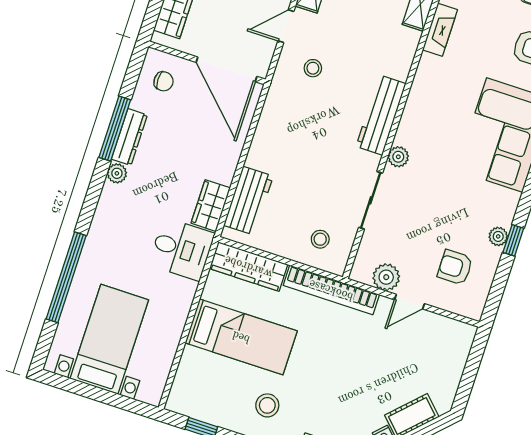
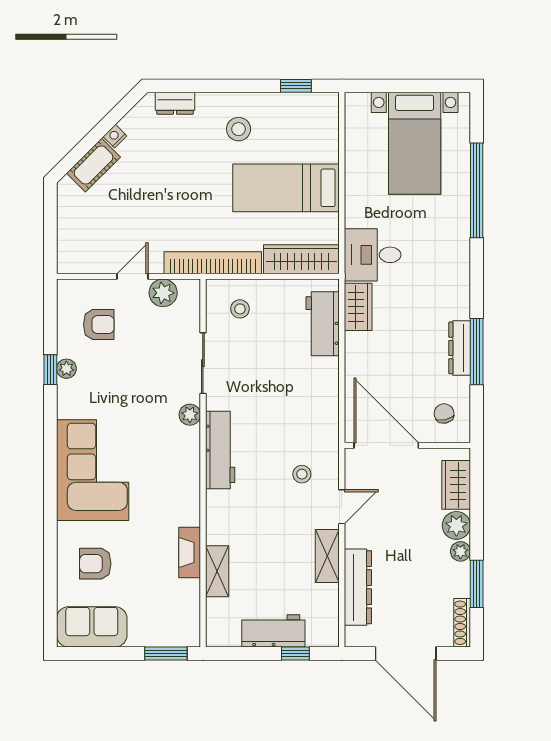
chair: (164, 81) -> (444, 413), turned 78
plant: (117, 173) -> (460, 308), removed

